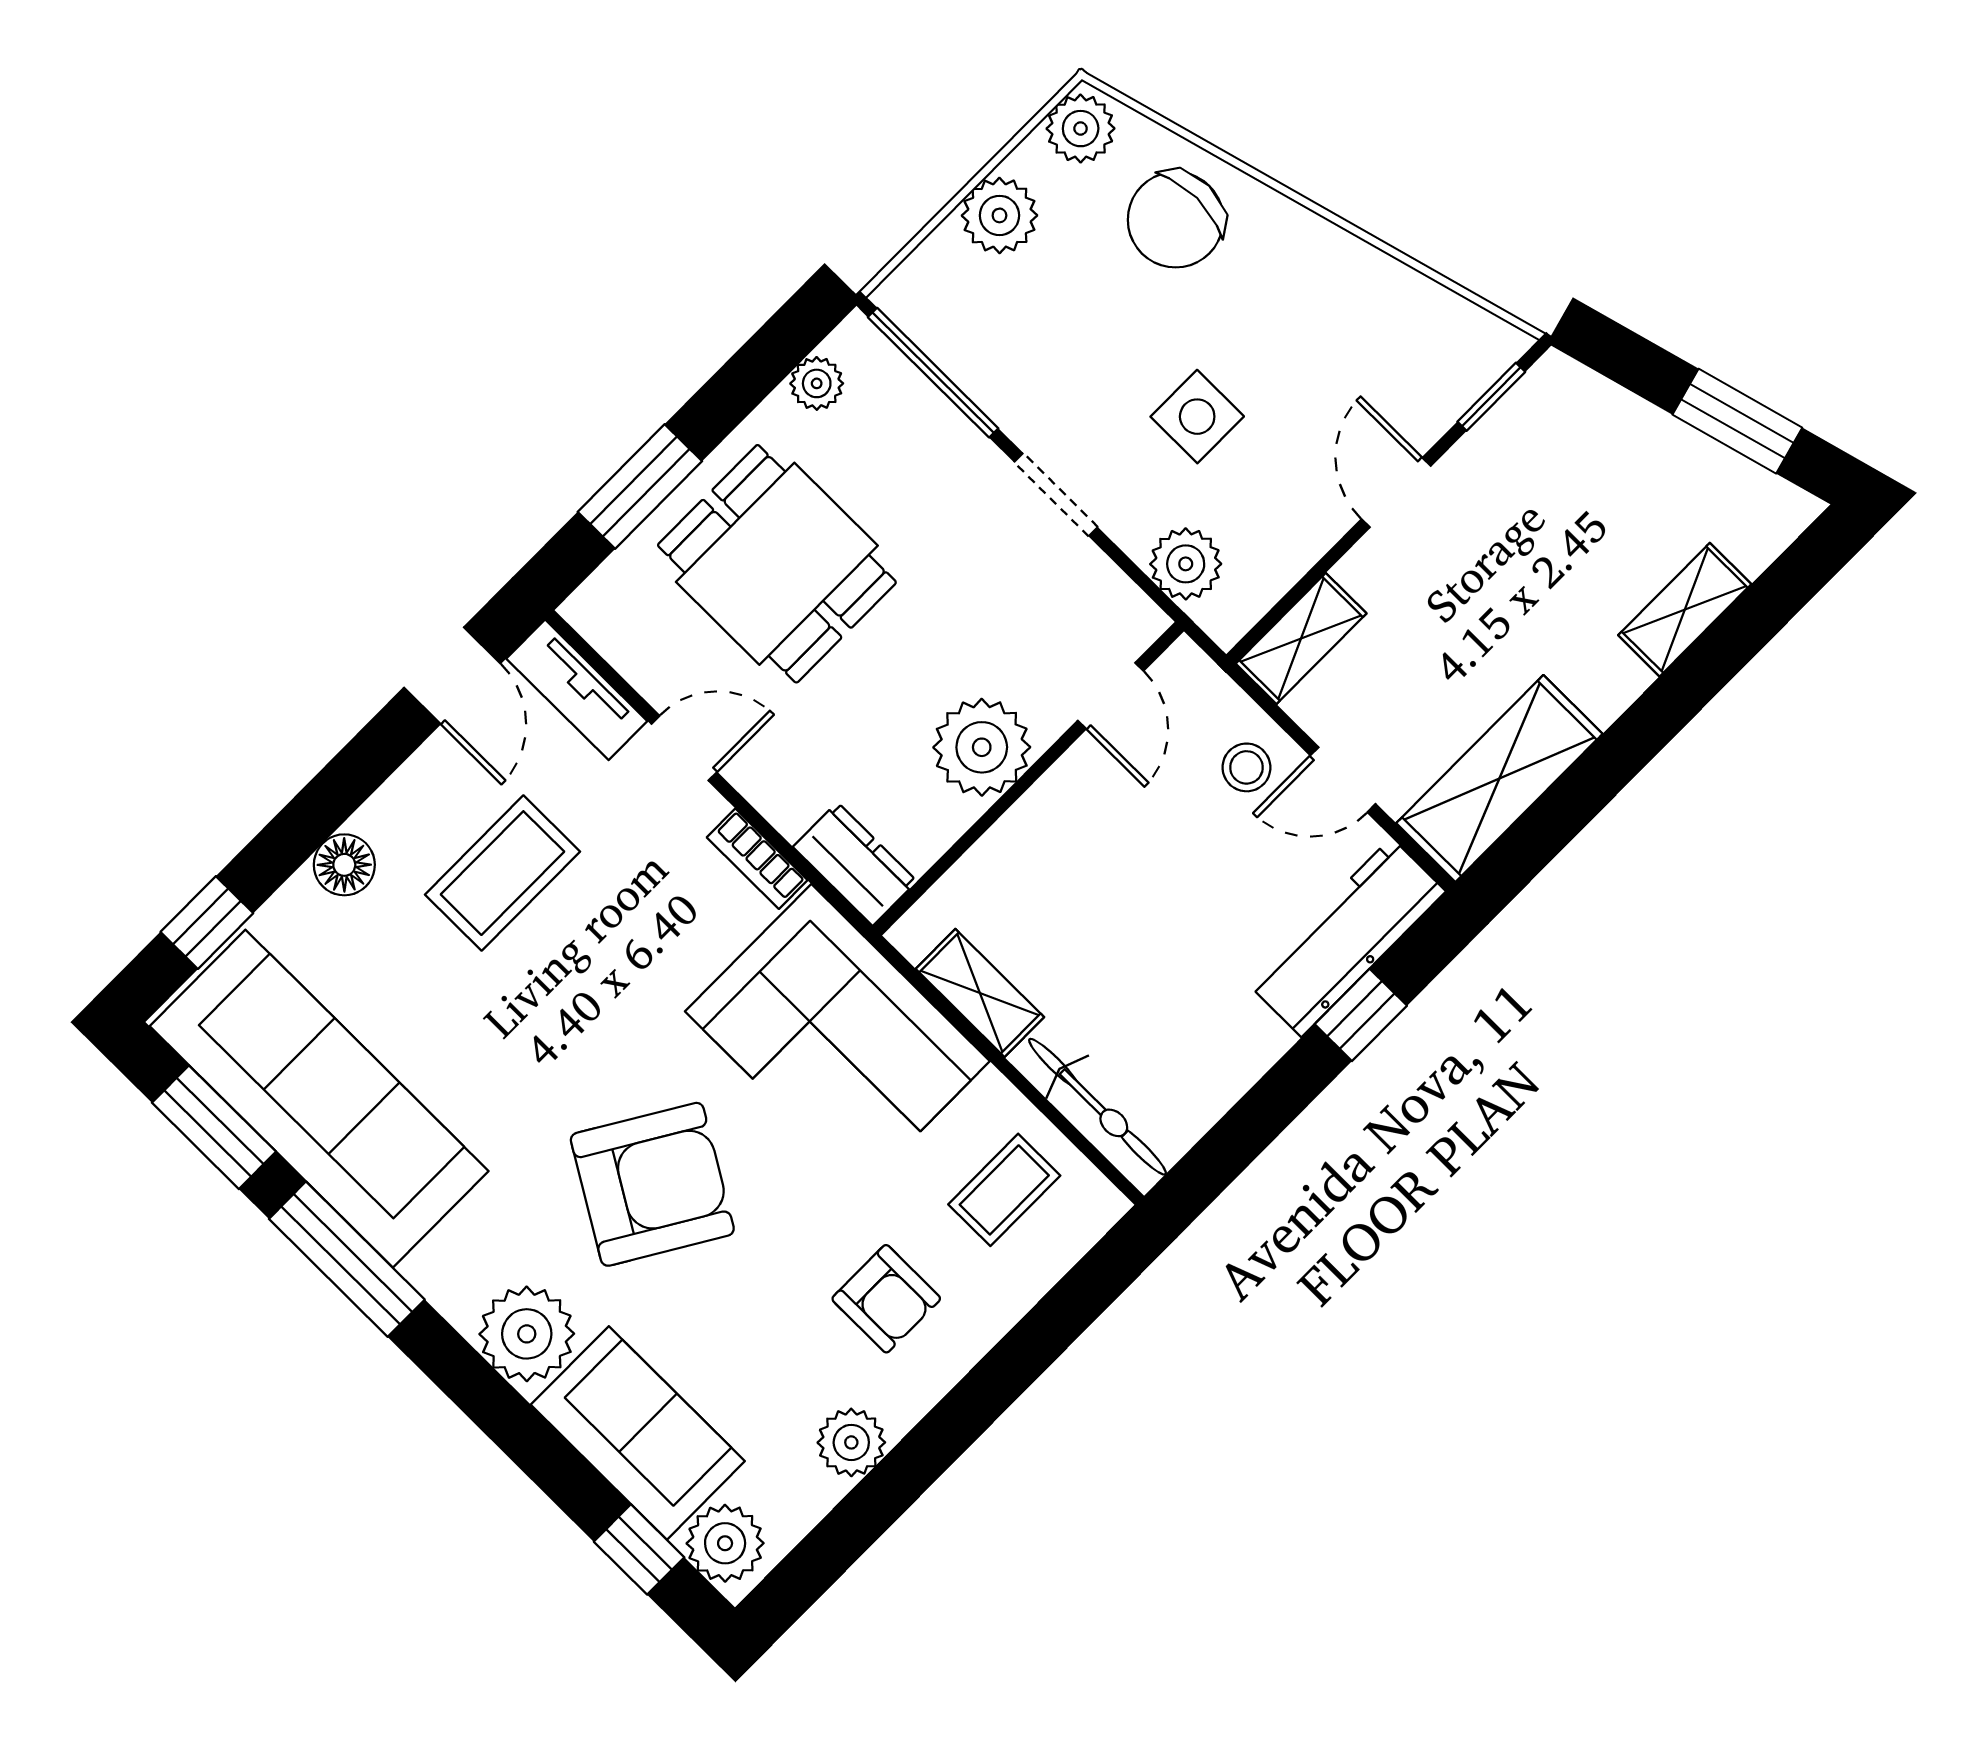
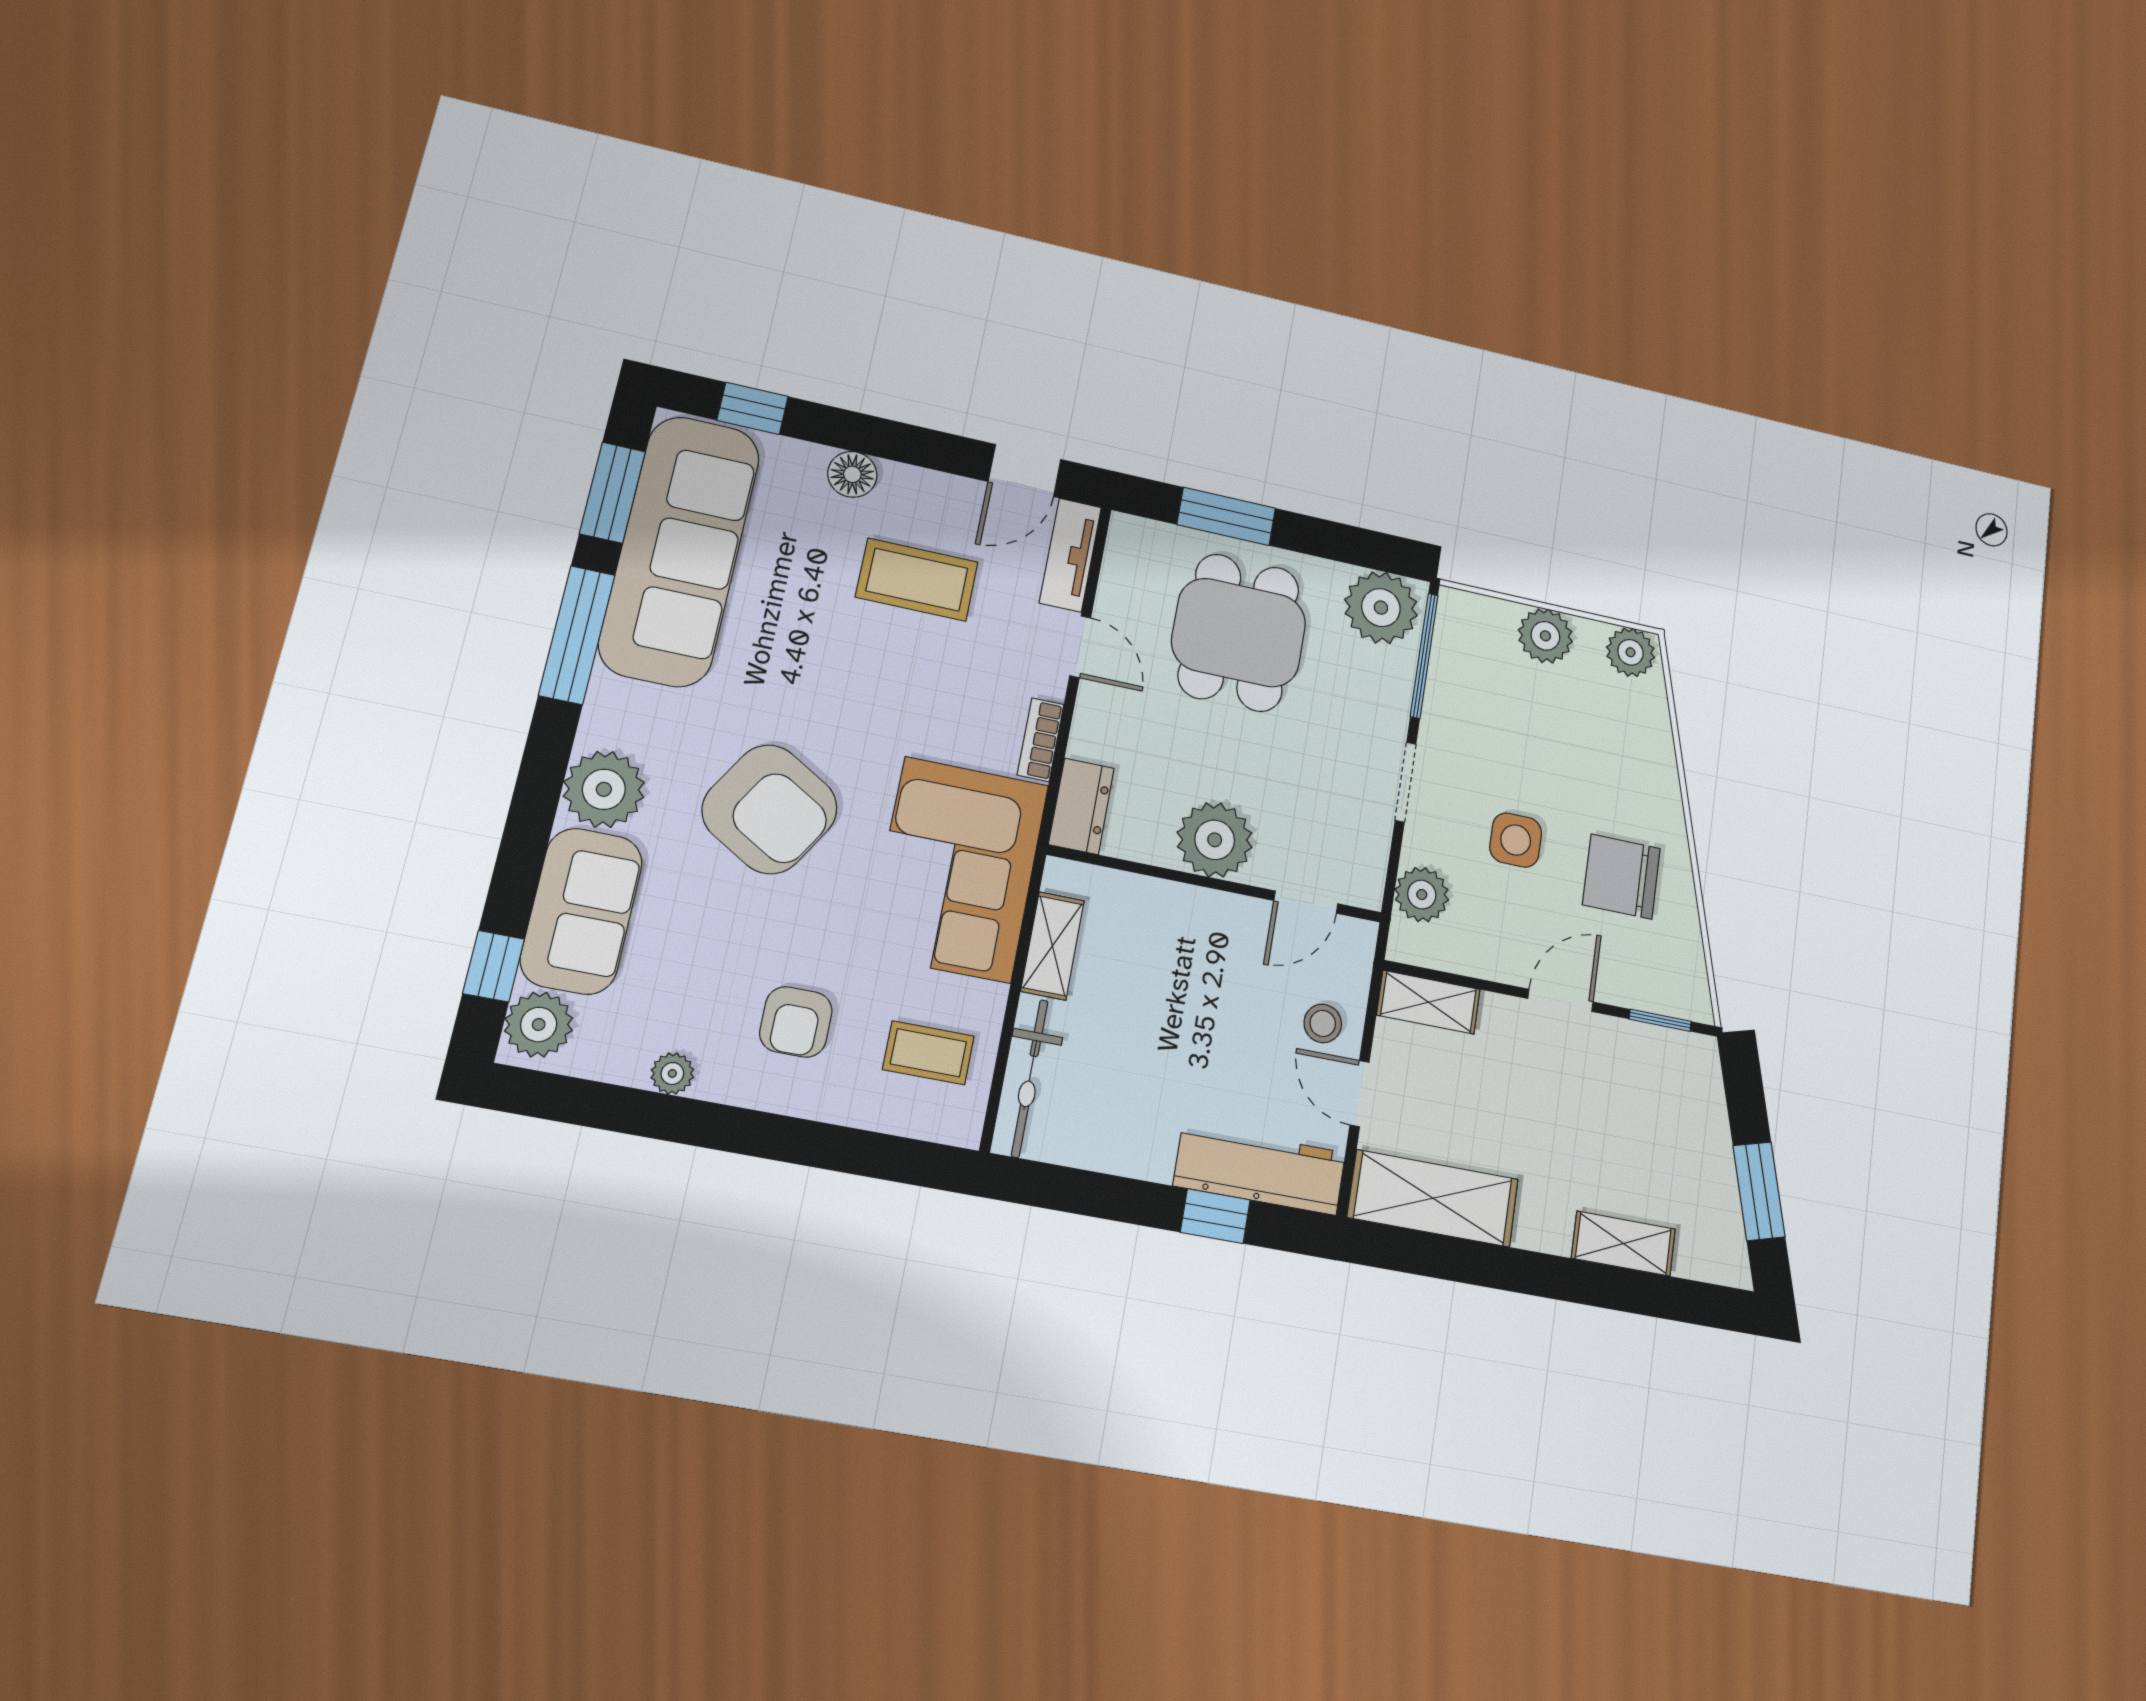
chair: (1176, 220) -> (1621, 877), moved
plant: (817, 383) -> (1381, 608), width x1.88, depth x1.88
plant: (851, 1442) -> (672, 1074), width x0.73, depth x0.73

